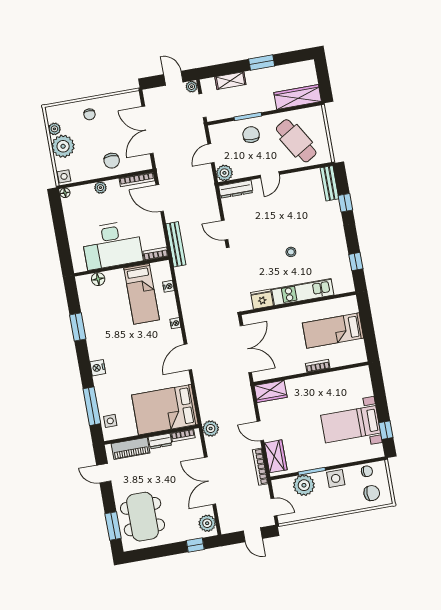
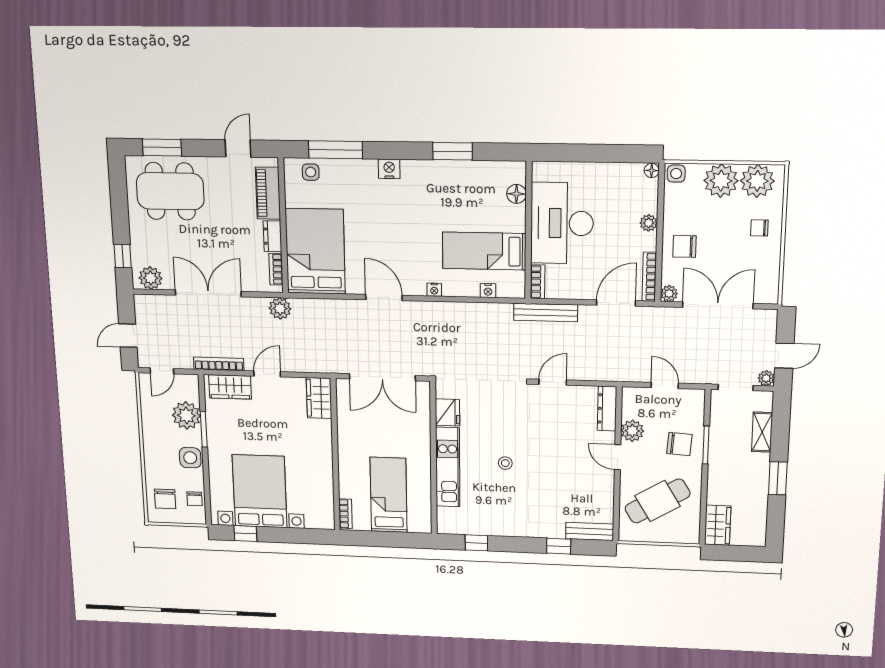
wardrobe: (298, 97) -> (718, 525), width x0.67
plant: (54, 129) -> (757, 181), width x1.88, depth x1.88
plant: (146, 164) -> (669, 293), added
plant: (224, 173) -> (632, 431), moved
bookcase: (318, 366) -> (345, 514), moved
bed with nightstands: (351, 424) -> (260, 491), width x1.36

